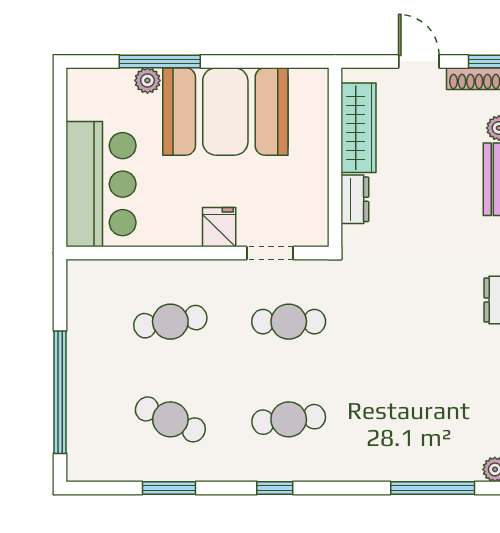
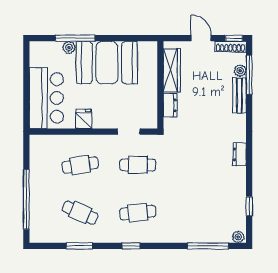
fridge: (219, 227) -> (84, 119), moved

